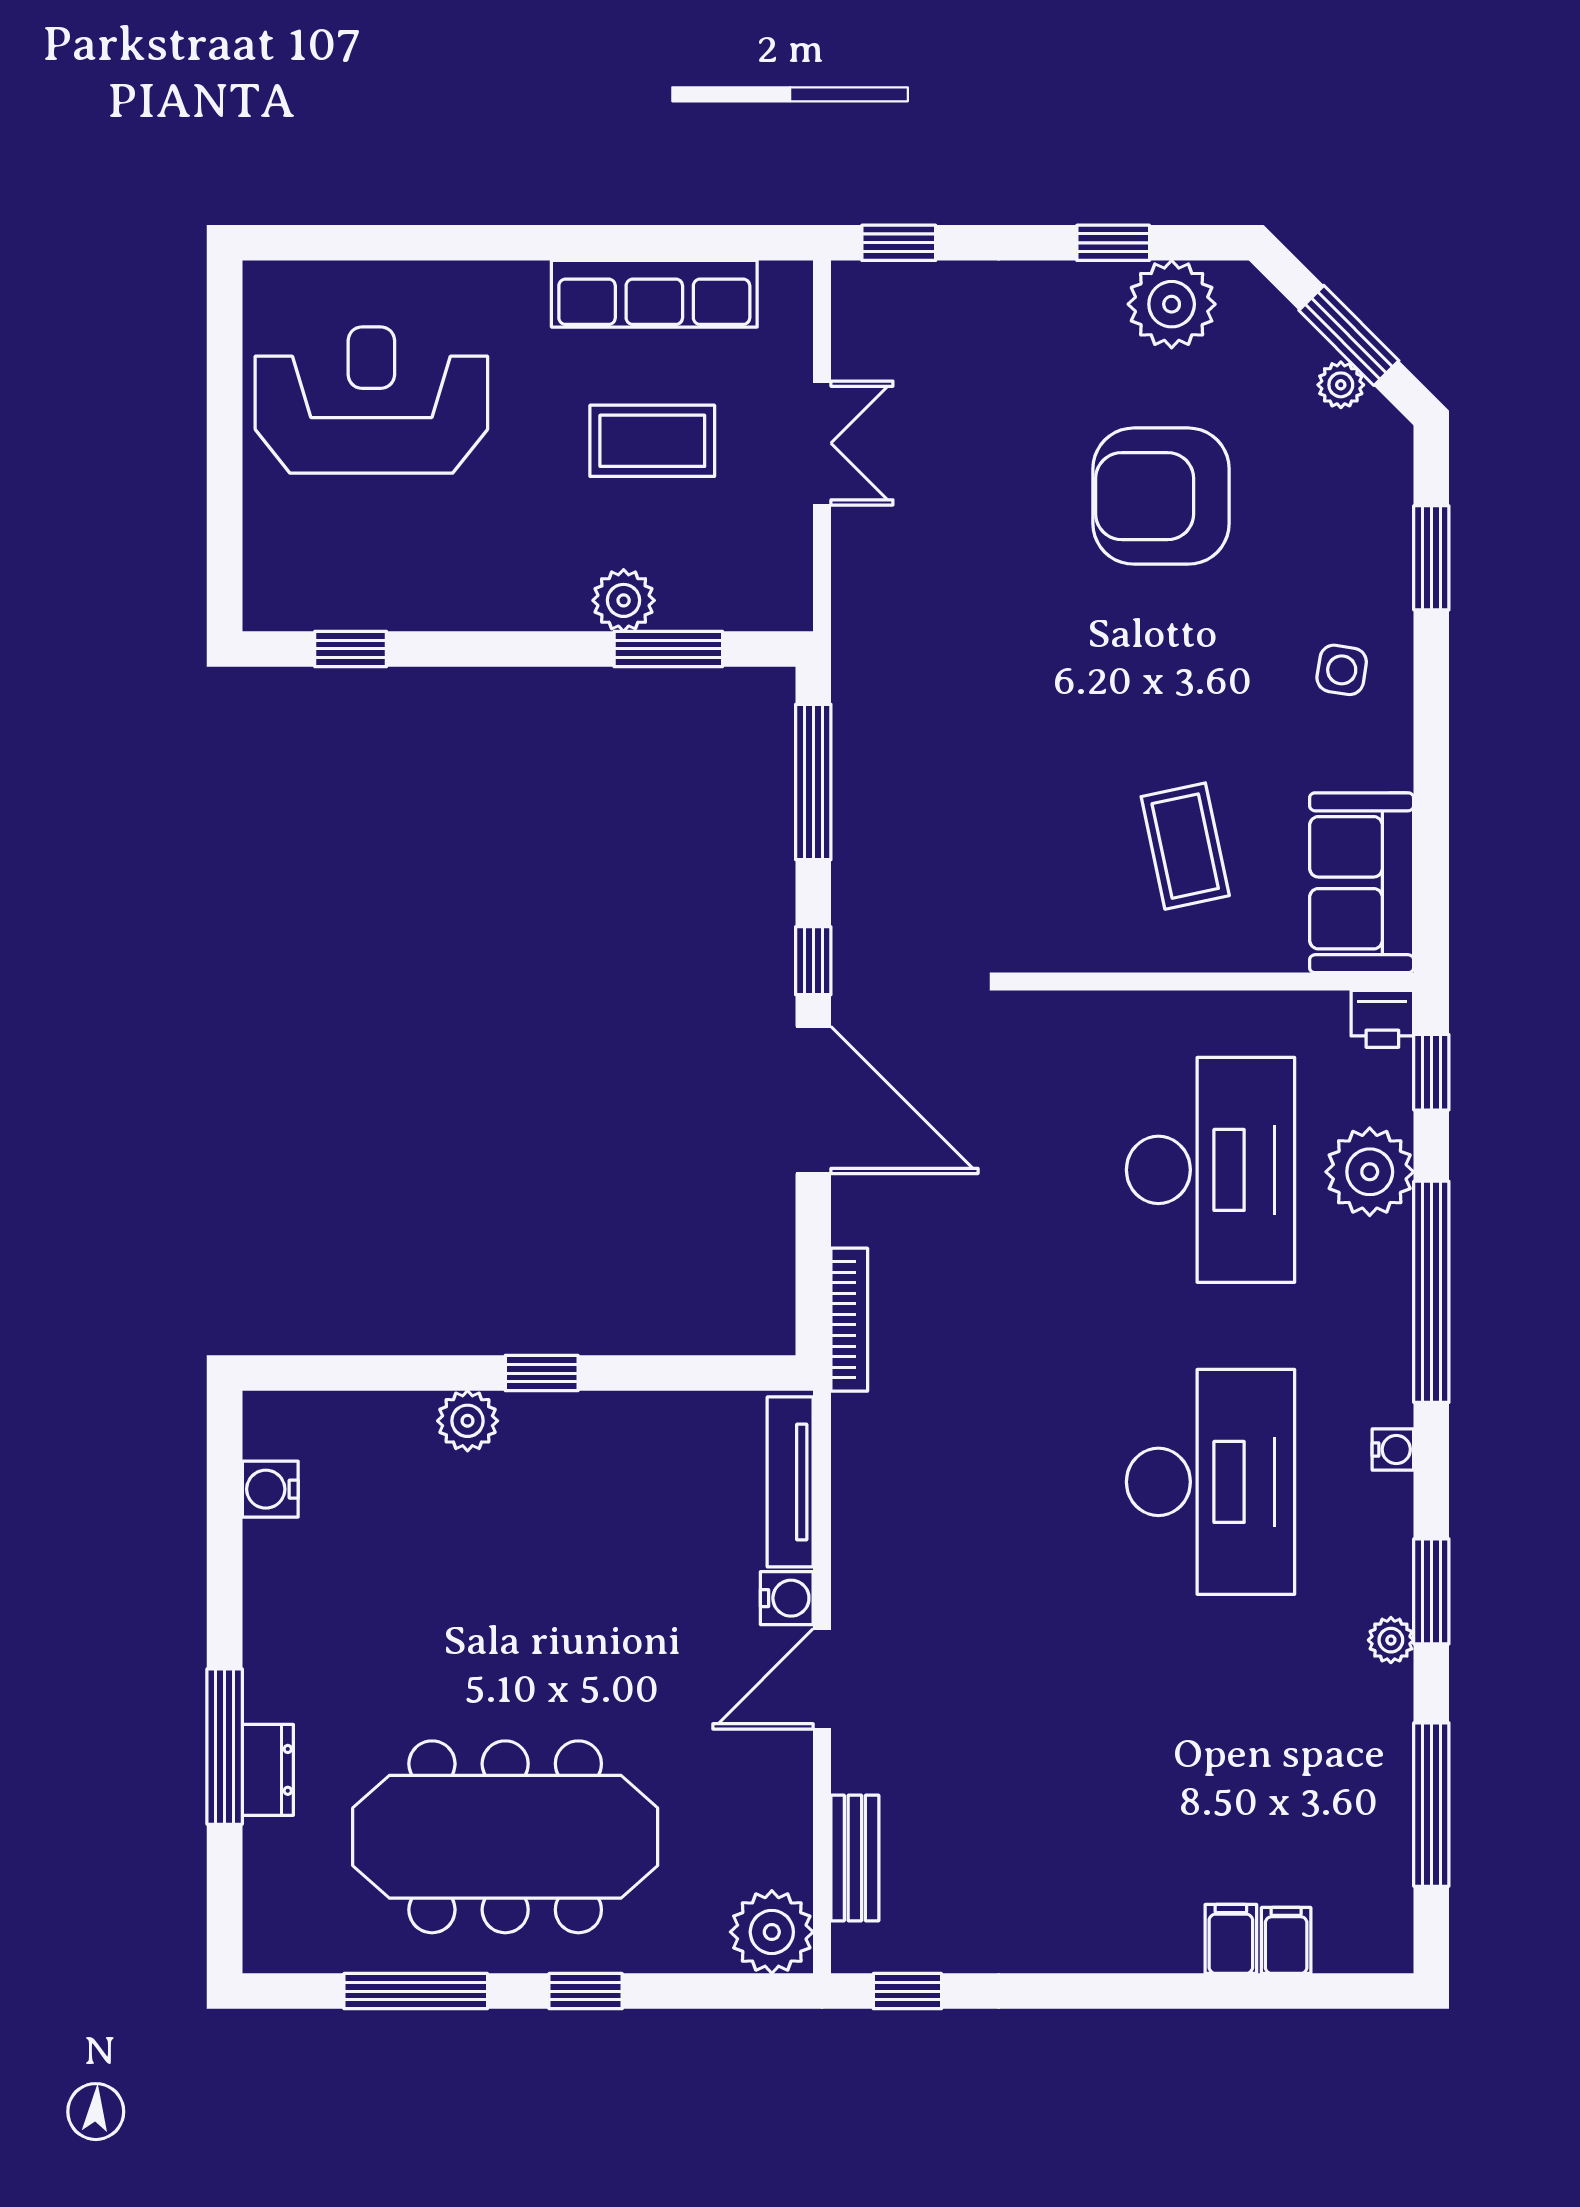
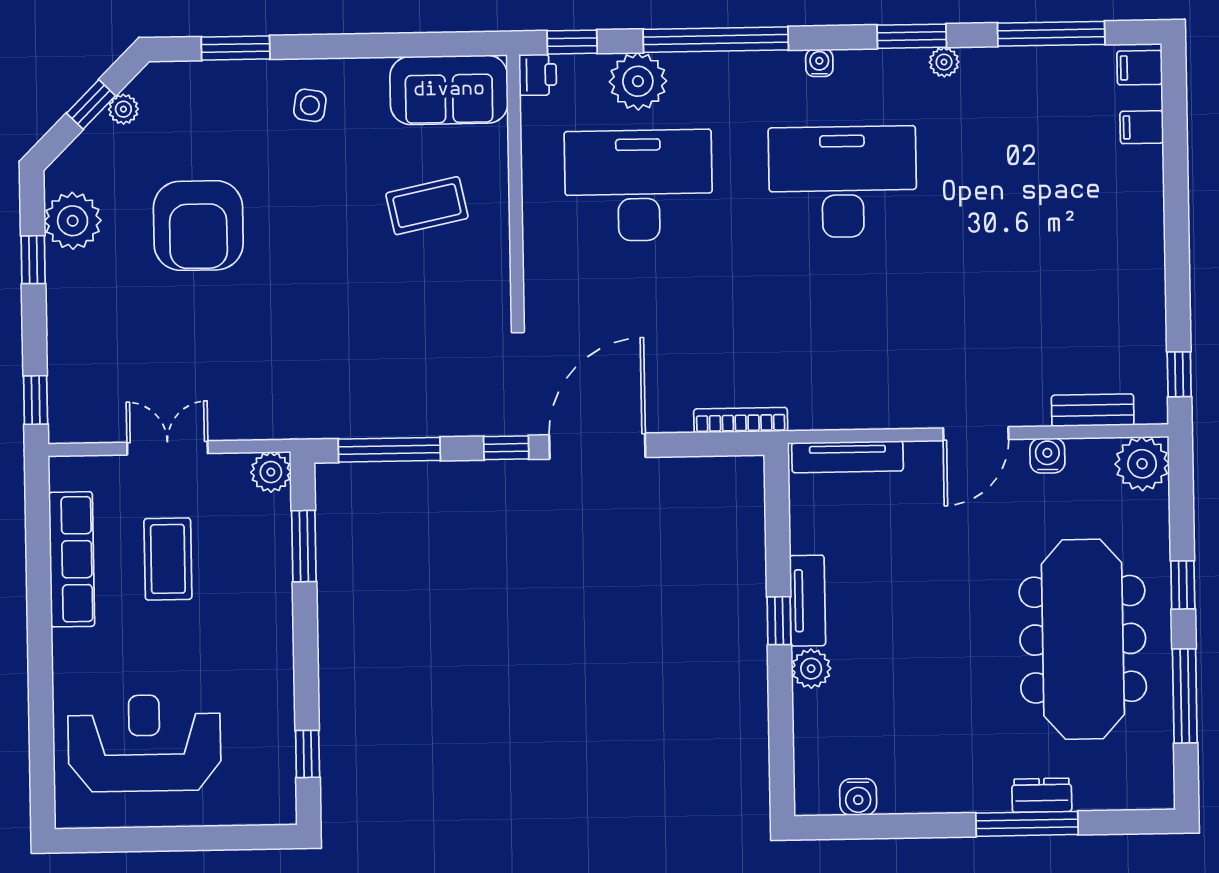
window: (1349, 335) -> (91, 104), width x0.67
reception desk: (371, 400) -> (144, 743), turned 90
plant: (624, 600) -> (271, 472), moved
tv unit: (572, 1417) -> (808, 601), added
water cooler: (787, 1598) -> (1047, 456), moved
door: (822, 1679) -> (976, 434), hinge flipped
filing cabinet: (1231, 1939) -> (1140, 68), moved

